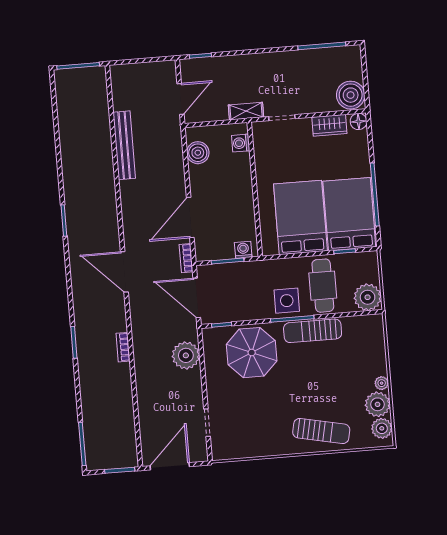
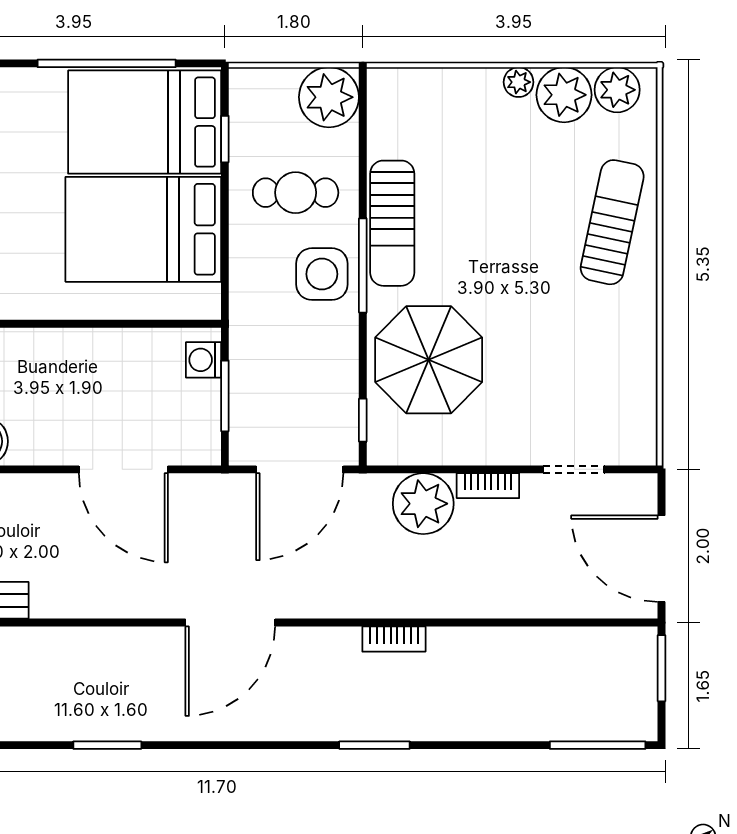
bookcase: (186, 258) -> (488, 486), moved
cafe table: (323, 286) -> (296, 193), width x0.73, depth x0.74

